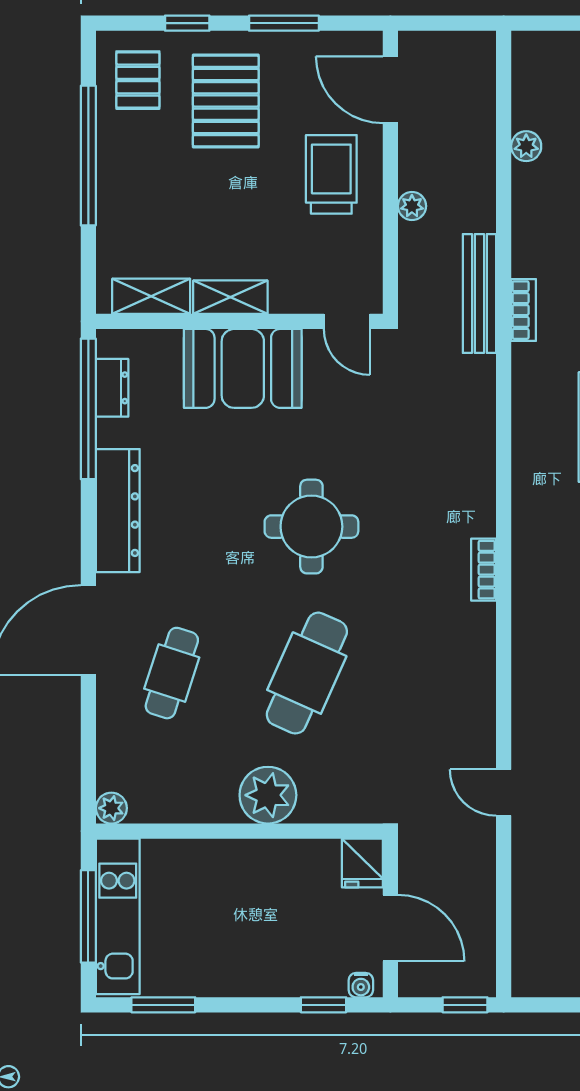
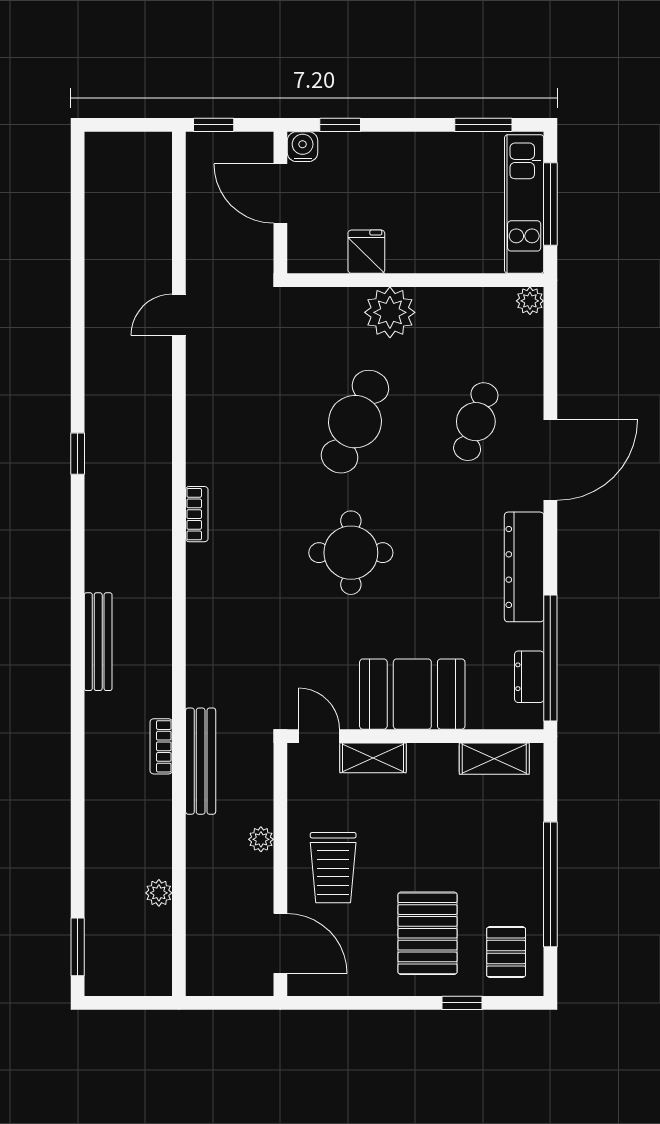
window: (284, 23) -> (375, 1003), removed
shelving: (230, 297) -> (373, 758), moved
door: (504, 793) -> (179, 315), swing flipped
fridge: (362, 863) -> (366, 252), moved
water cooler: (361, 985) -> (303, 147), width x1.38, depth x1.38

